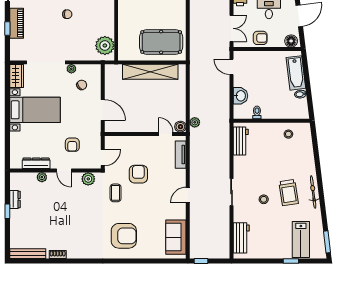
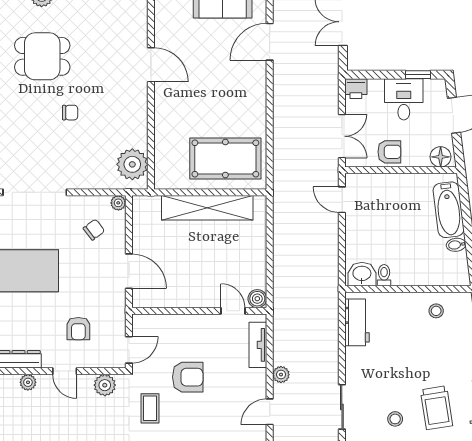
plant: (71, 69) -> (118, 203), moved
washbasin: (240, 96) -> (362, 274), moved, turned -90
plant: (195, 122) -> (281, 375), moved
armchair: (138, 174) -> (188, 377), turned 90

